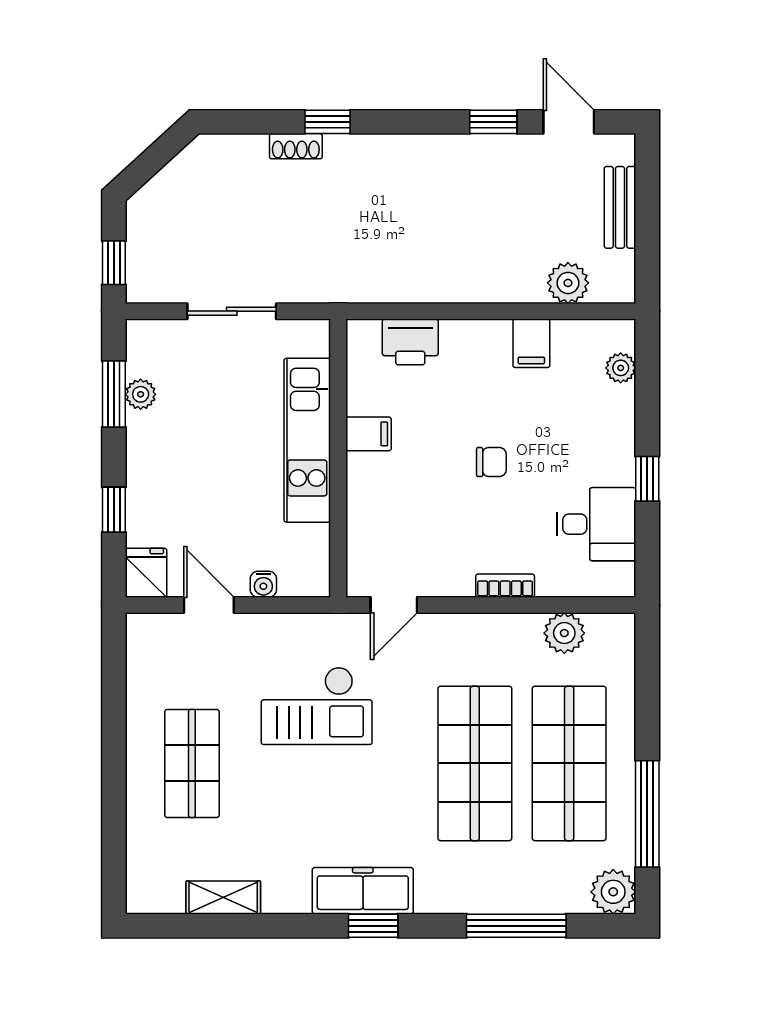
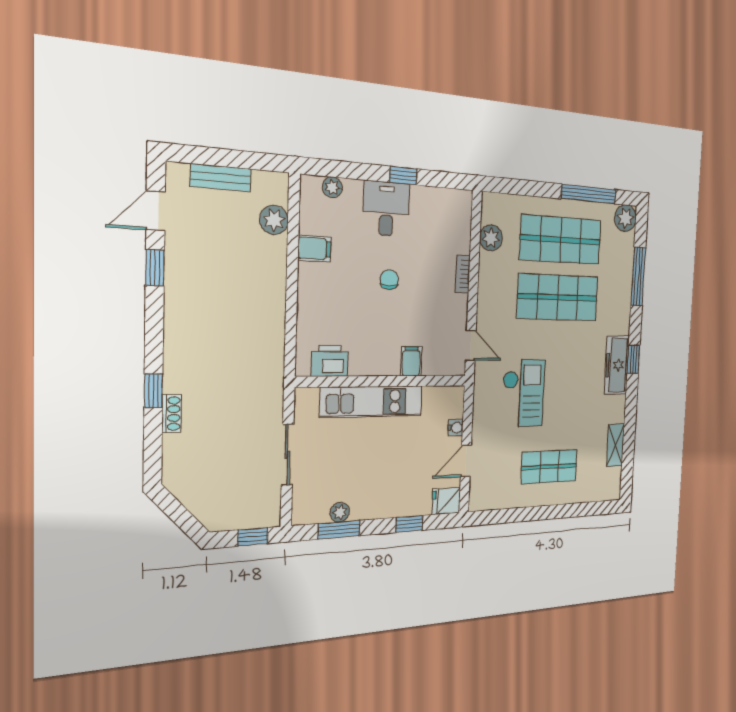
printer: (410, 342) -> (330, 361), moved, turned -90
filing cabinet: (368, 434) -> (411, 361), moved
desk: (596, 524) -> (386, 209), moved

